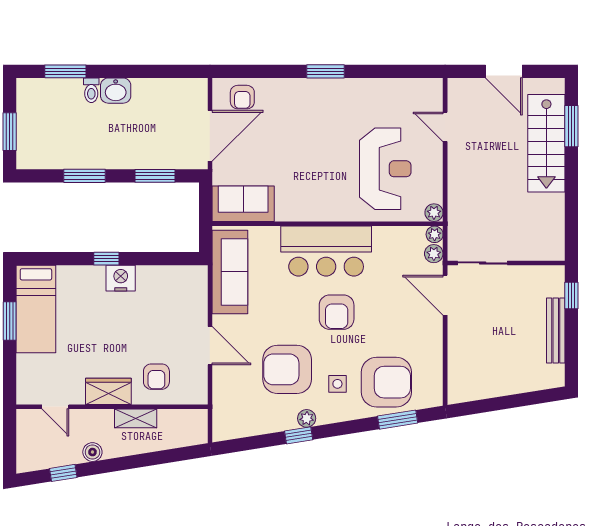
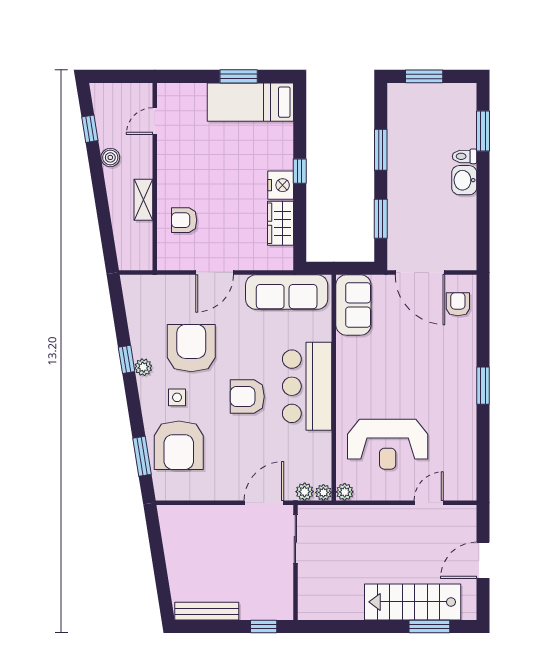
armchair: (242, 97) -> (458, 304), turned 90
bench: (556, 331) -> (207, 611), moved
wardrobe: (108, 391) -> (280, 223), moved, turned 180

